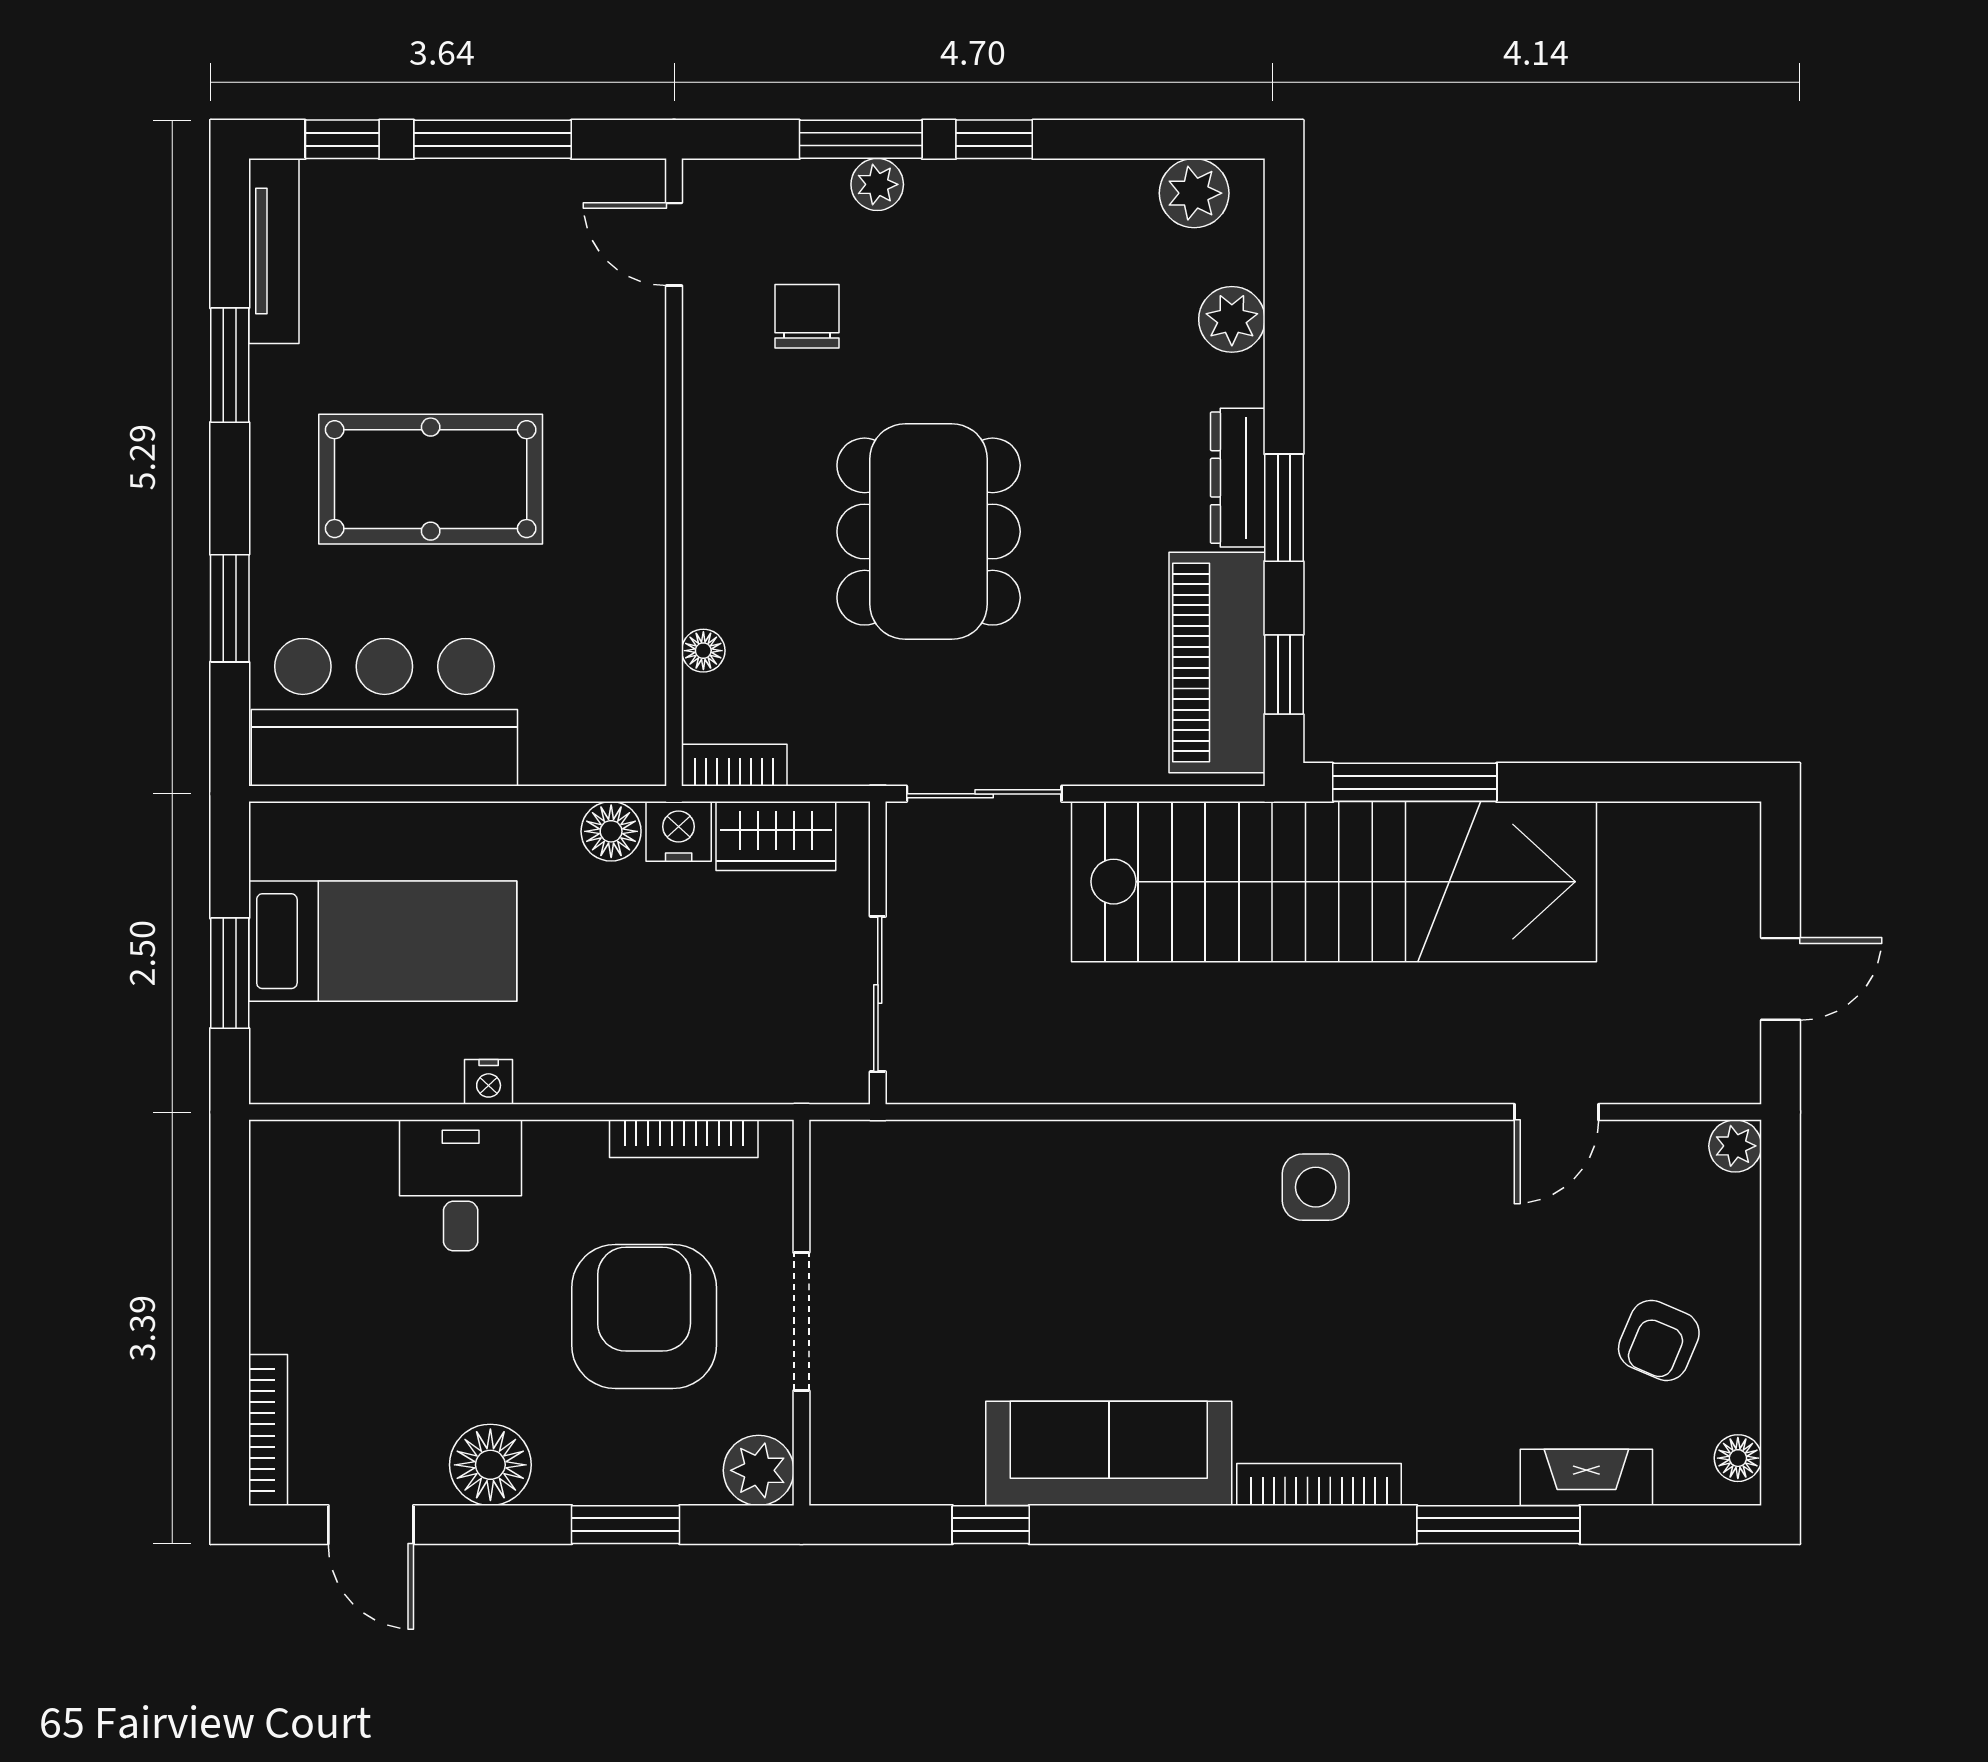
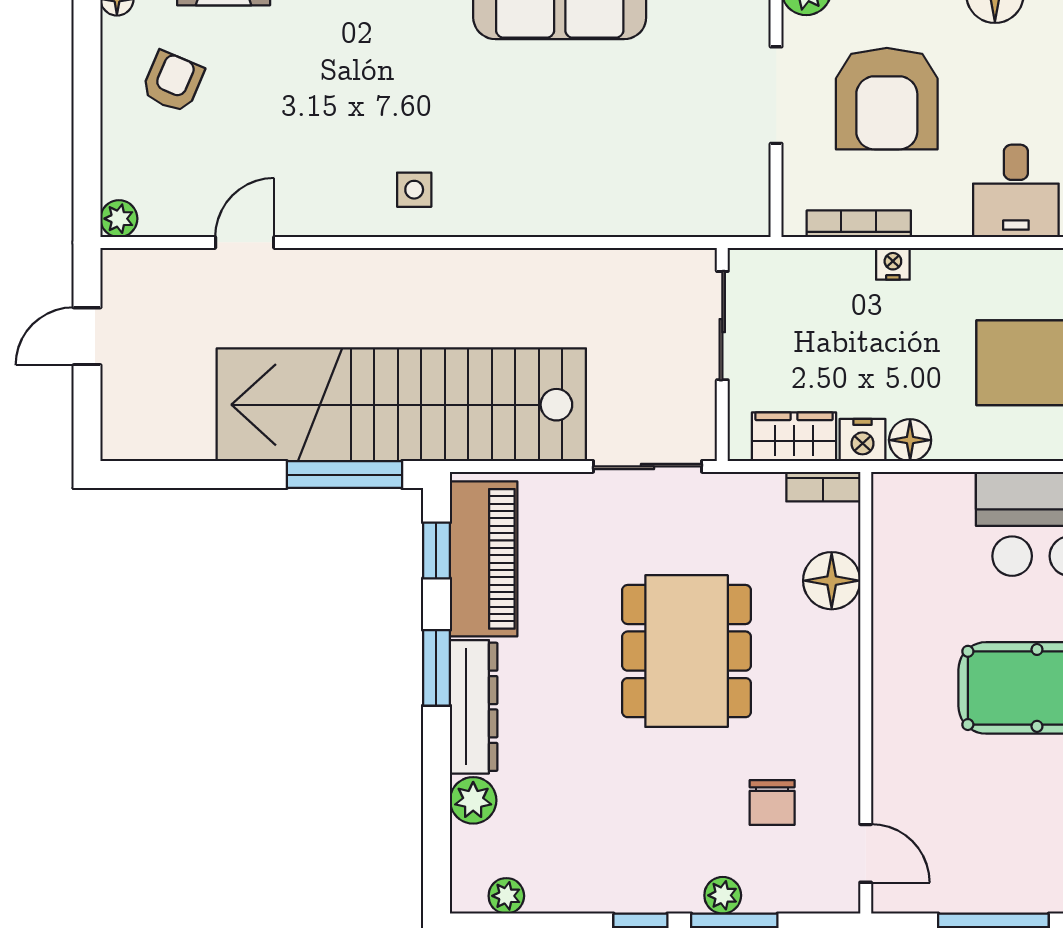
plant: (1194, 193) -> (506, 896), width x0.73, depth x0.73
dresser: (1238, 478) -> (474, 707), width x1.37, depth x1.24
floor lamp: (703, 651) -> (832, 581), width x1.89, depth x1.89
nightstand: (489, 1082) -> (893, 264), moved
side table: (1316, 1187) -> (414, 190), width x0.73, depth x0.73

